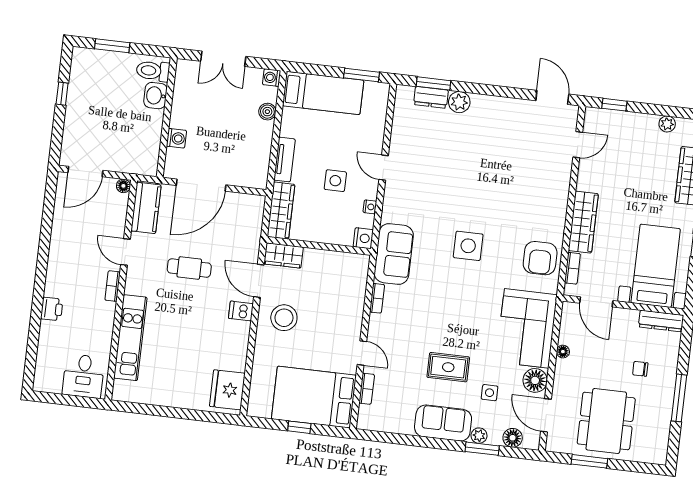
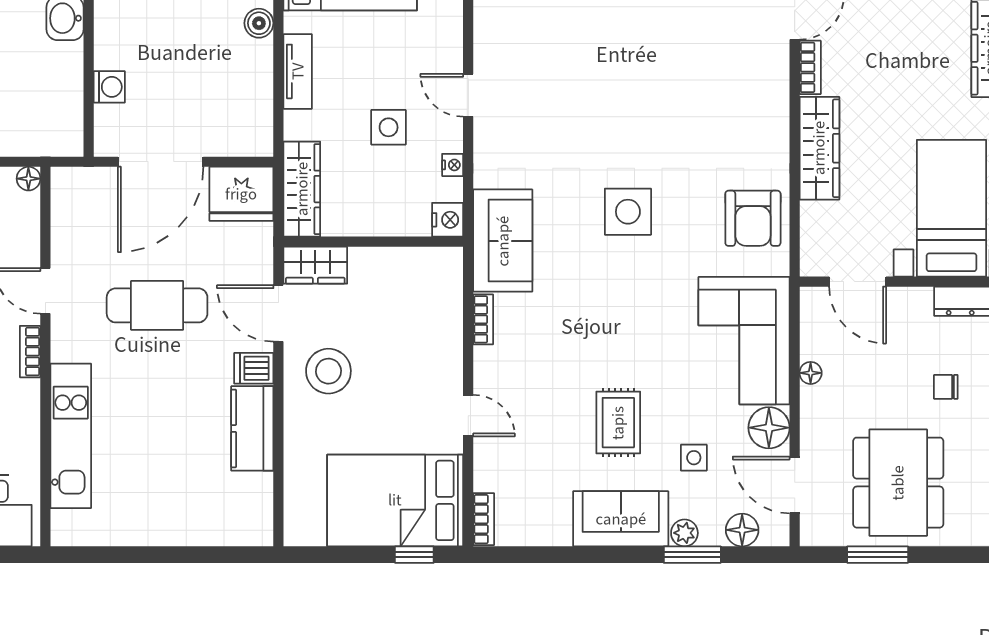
tv unit: (284, 160) -> (298, 71), moved
kitchen counter: (146, 208) -> (252, 428), moved, turned 180
cafe table: (189, 268) -> (157, 305), width x1.37, depth x1.35
bookcase: (572, 268) -> (810, 67), moved
rug: (448, 367) -> (618, 423), turned 90
bookcase: (367, 389) -> (484, 519), moved
fridge: (227, 390) -> (241, 194), moved, turned -90
window: (299, 427) -> (414, 555), moved

